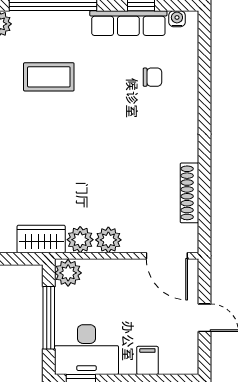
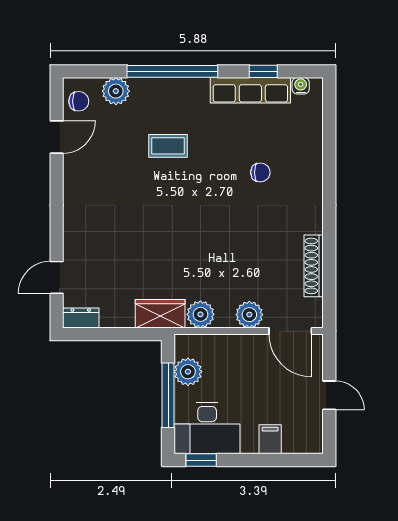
coffee table: (49, 77) -> (168, 146), width x0.73, depth x0.77
chair: (152, 77) -> (260, 172), moved
plant: (108, 240) -> (249, 315), moved
plant: (68, 273) -> (188, 372), moved

